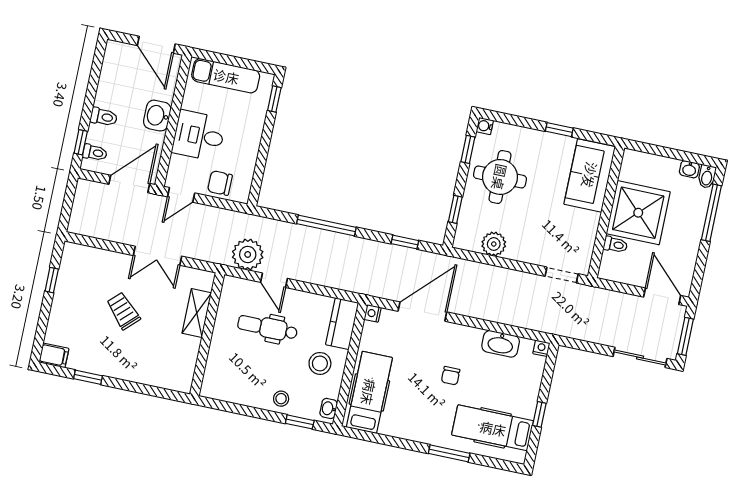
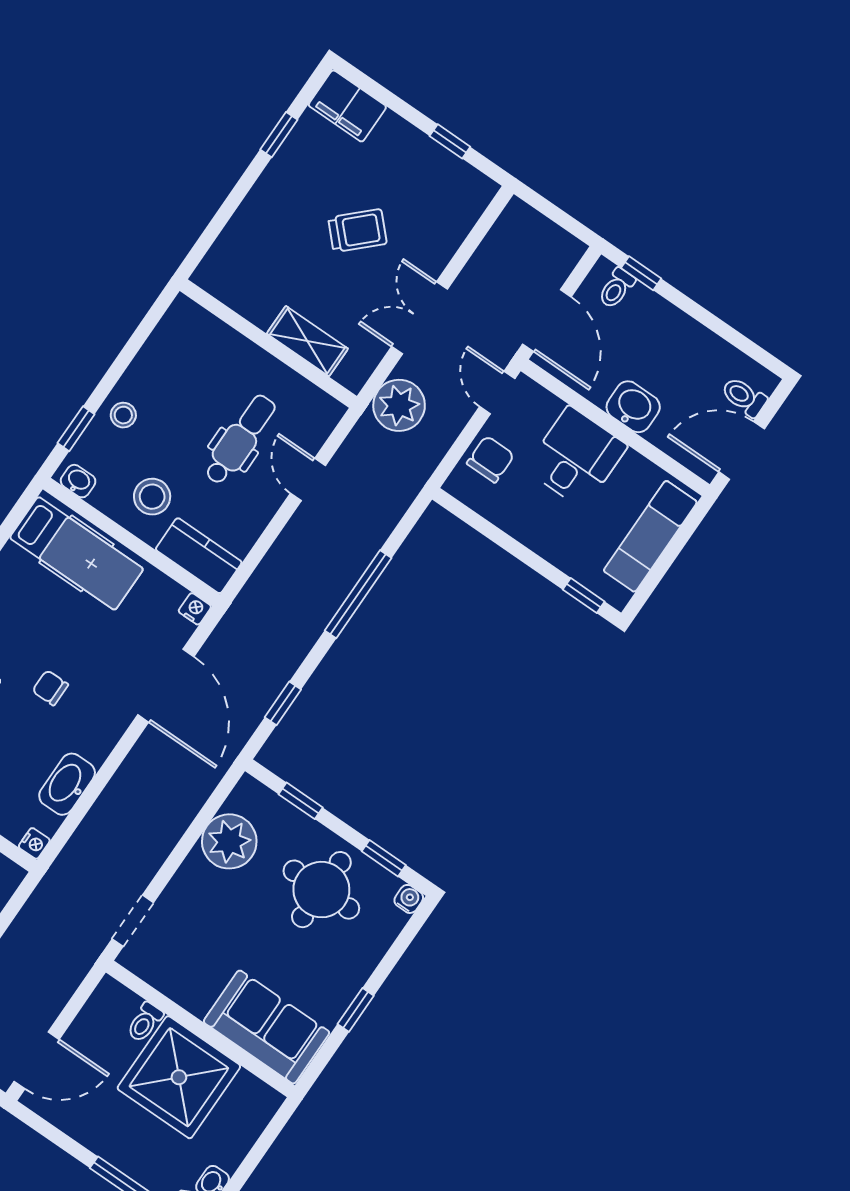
toilet: (104, 117) -> (744, 397), moved, turned 90
plant: (494, 244) -> (229, 841), width x1.36, depth x1.36
plant: (248, 254) -> (399, 405), moved
door: (274, 280) -> (308, 480), hinge flipped
filing cabinet: (54, 355) -> (347, 106), width x2.00

